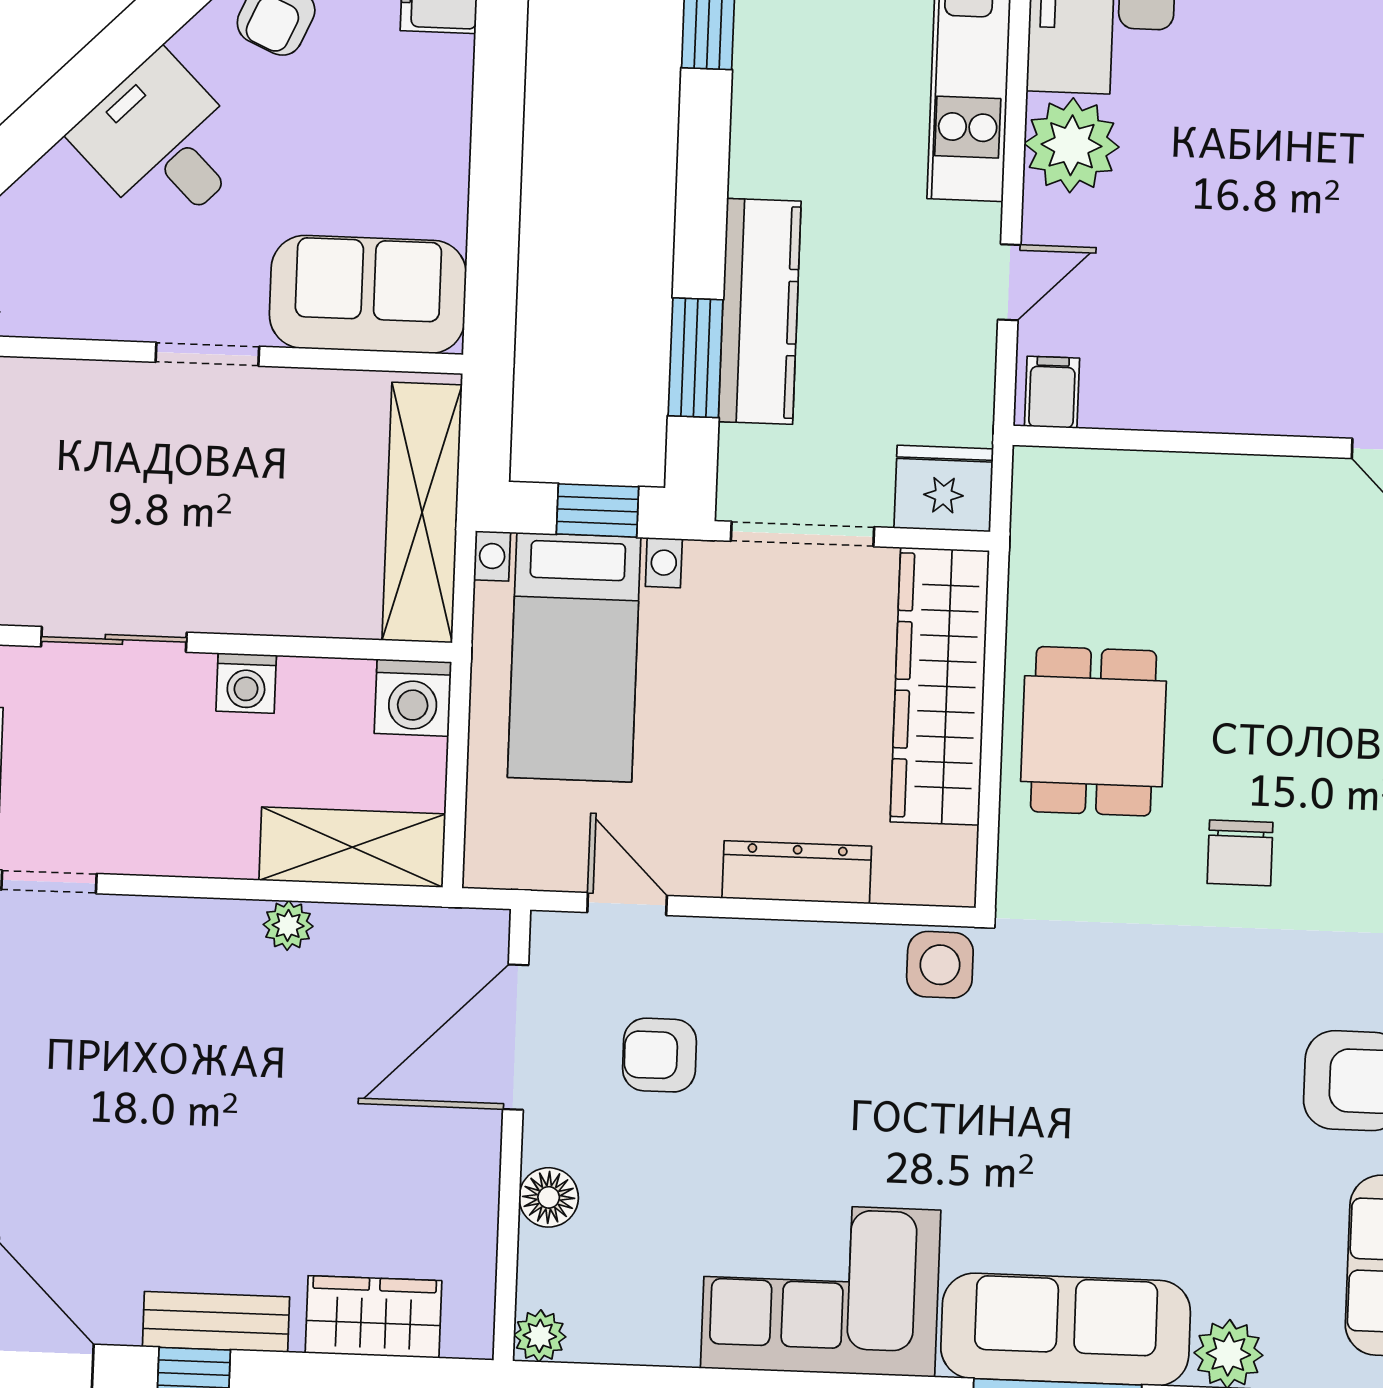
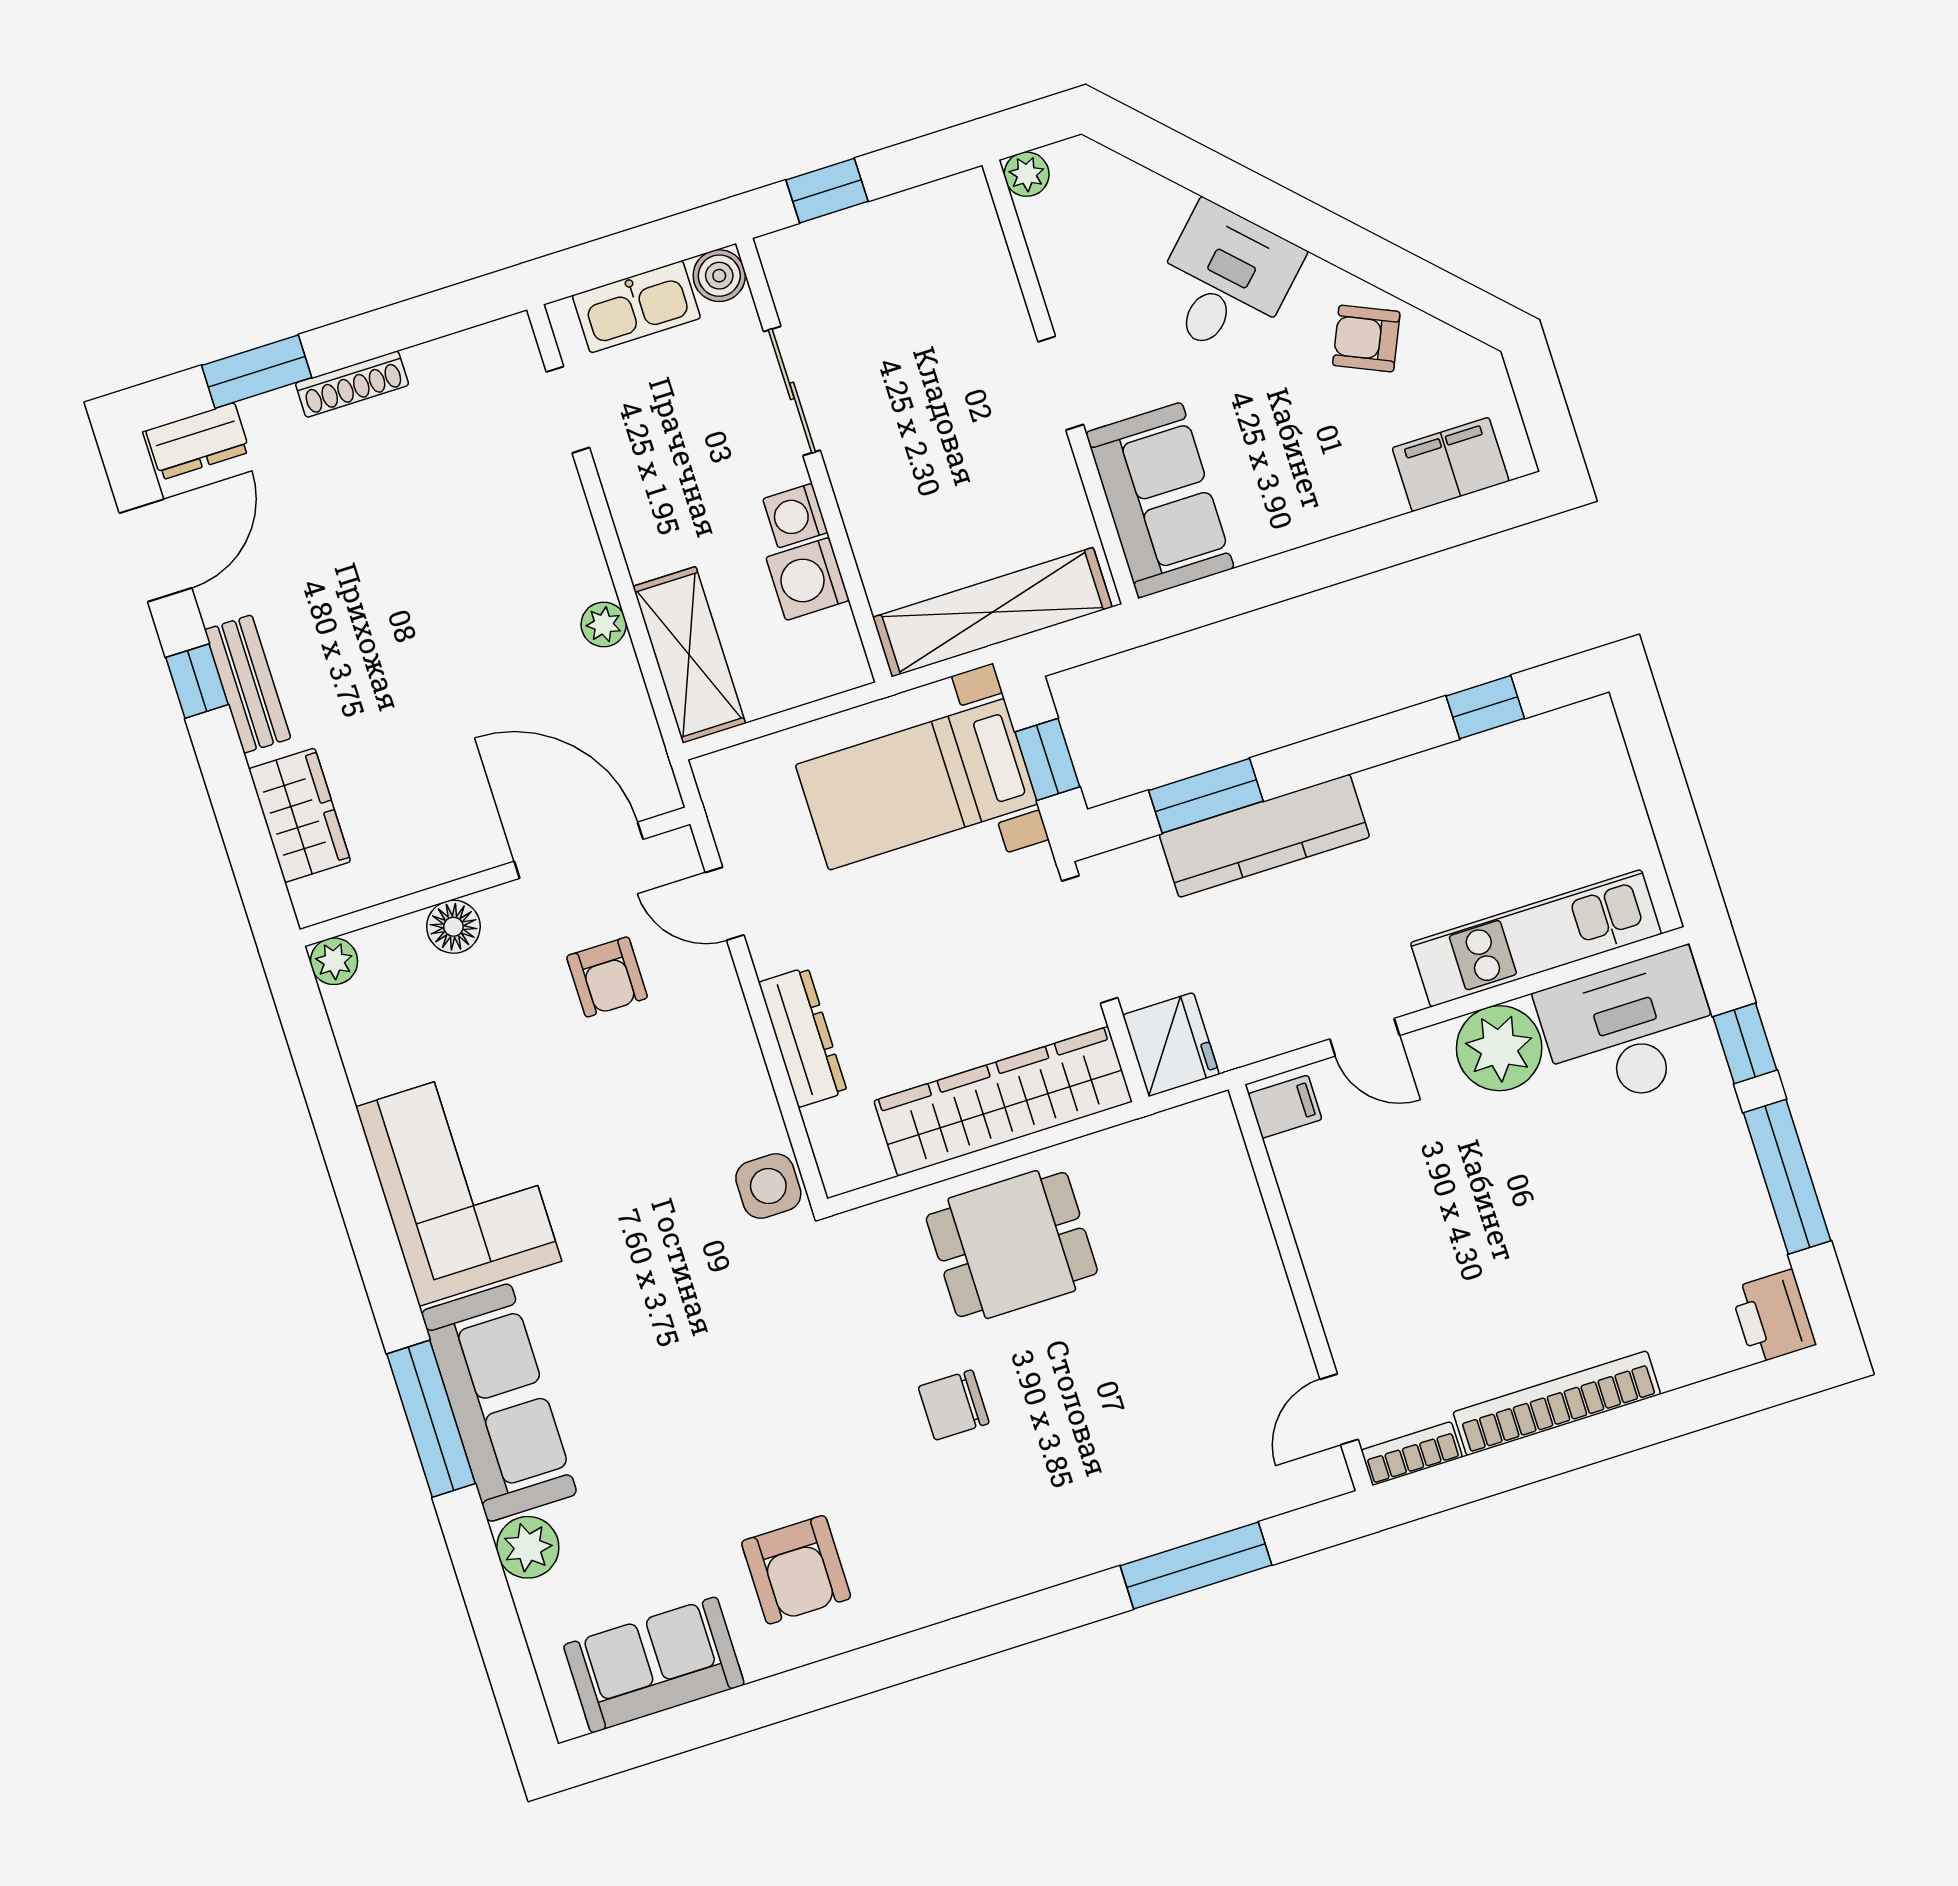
washing machine: (413, 698) -> (808, 579), moved
door: (627, 904) -> (725, 904), swing flipped
armchair: (659, 1055) -> (607, 977), turned 180

